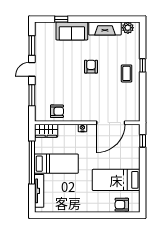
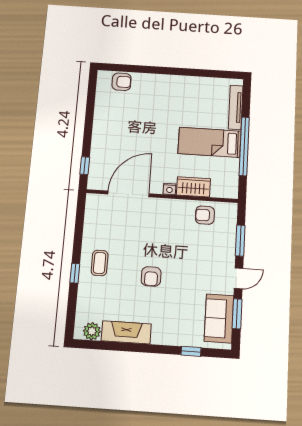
sofa: (72, 31) -> (219, 318), moved, turned -90
wardrobe: (46, 131) -> (193, 187), moved
bed: (116, 180) -> (127, 115), removed

